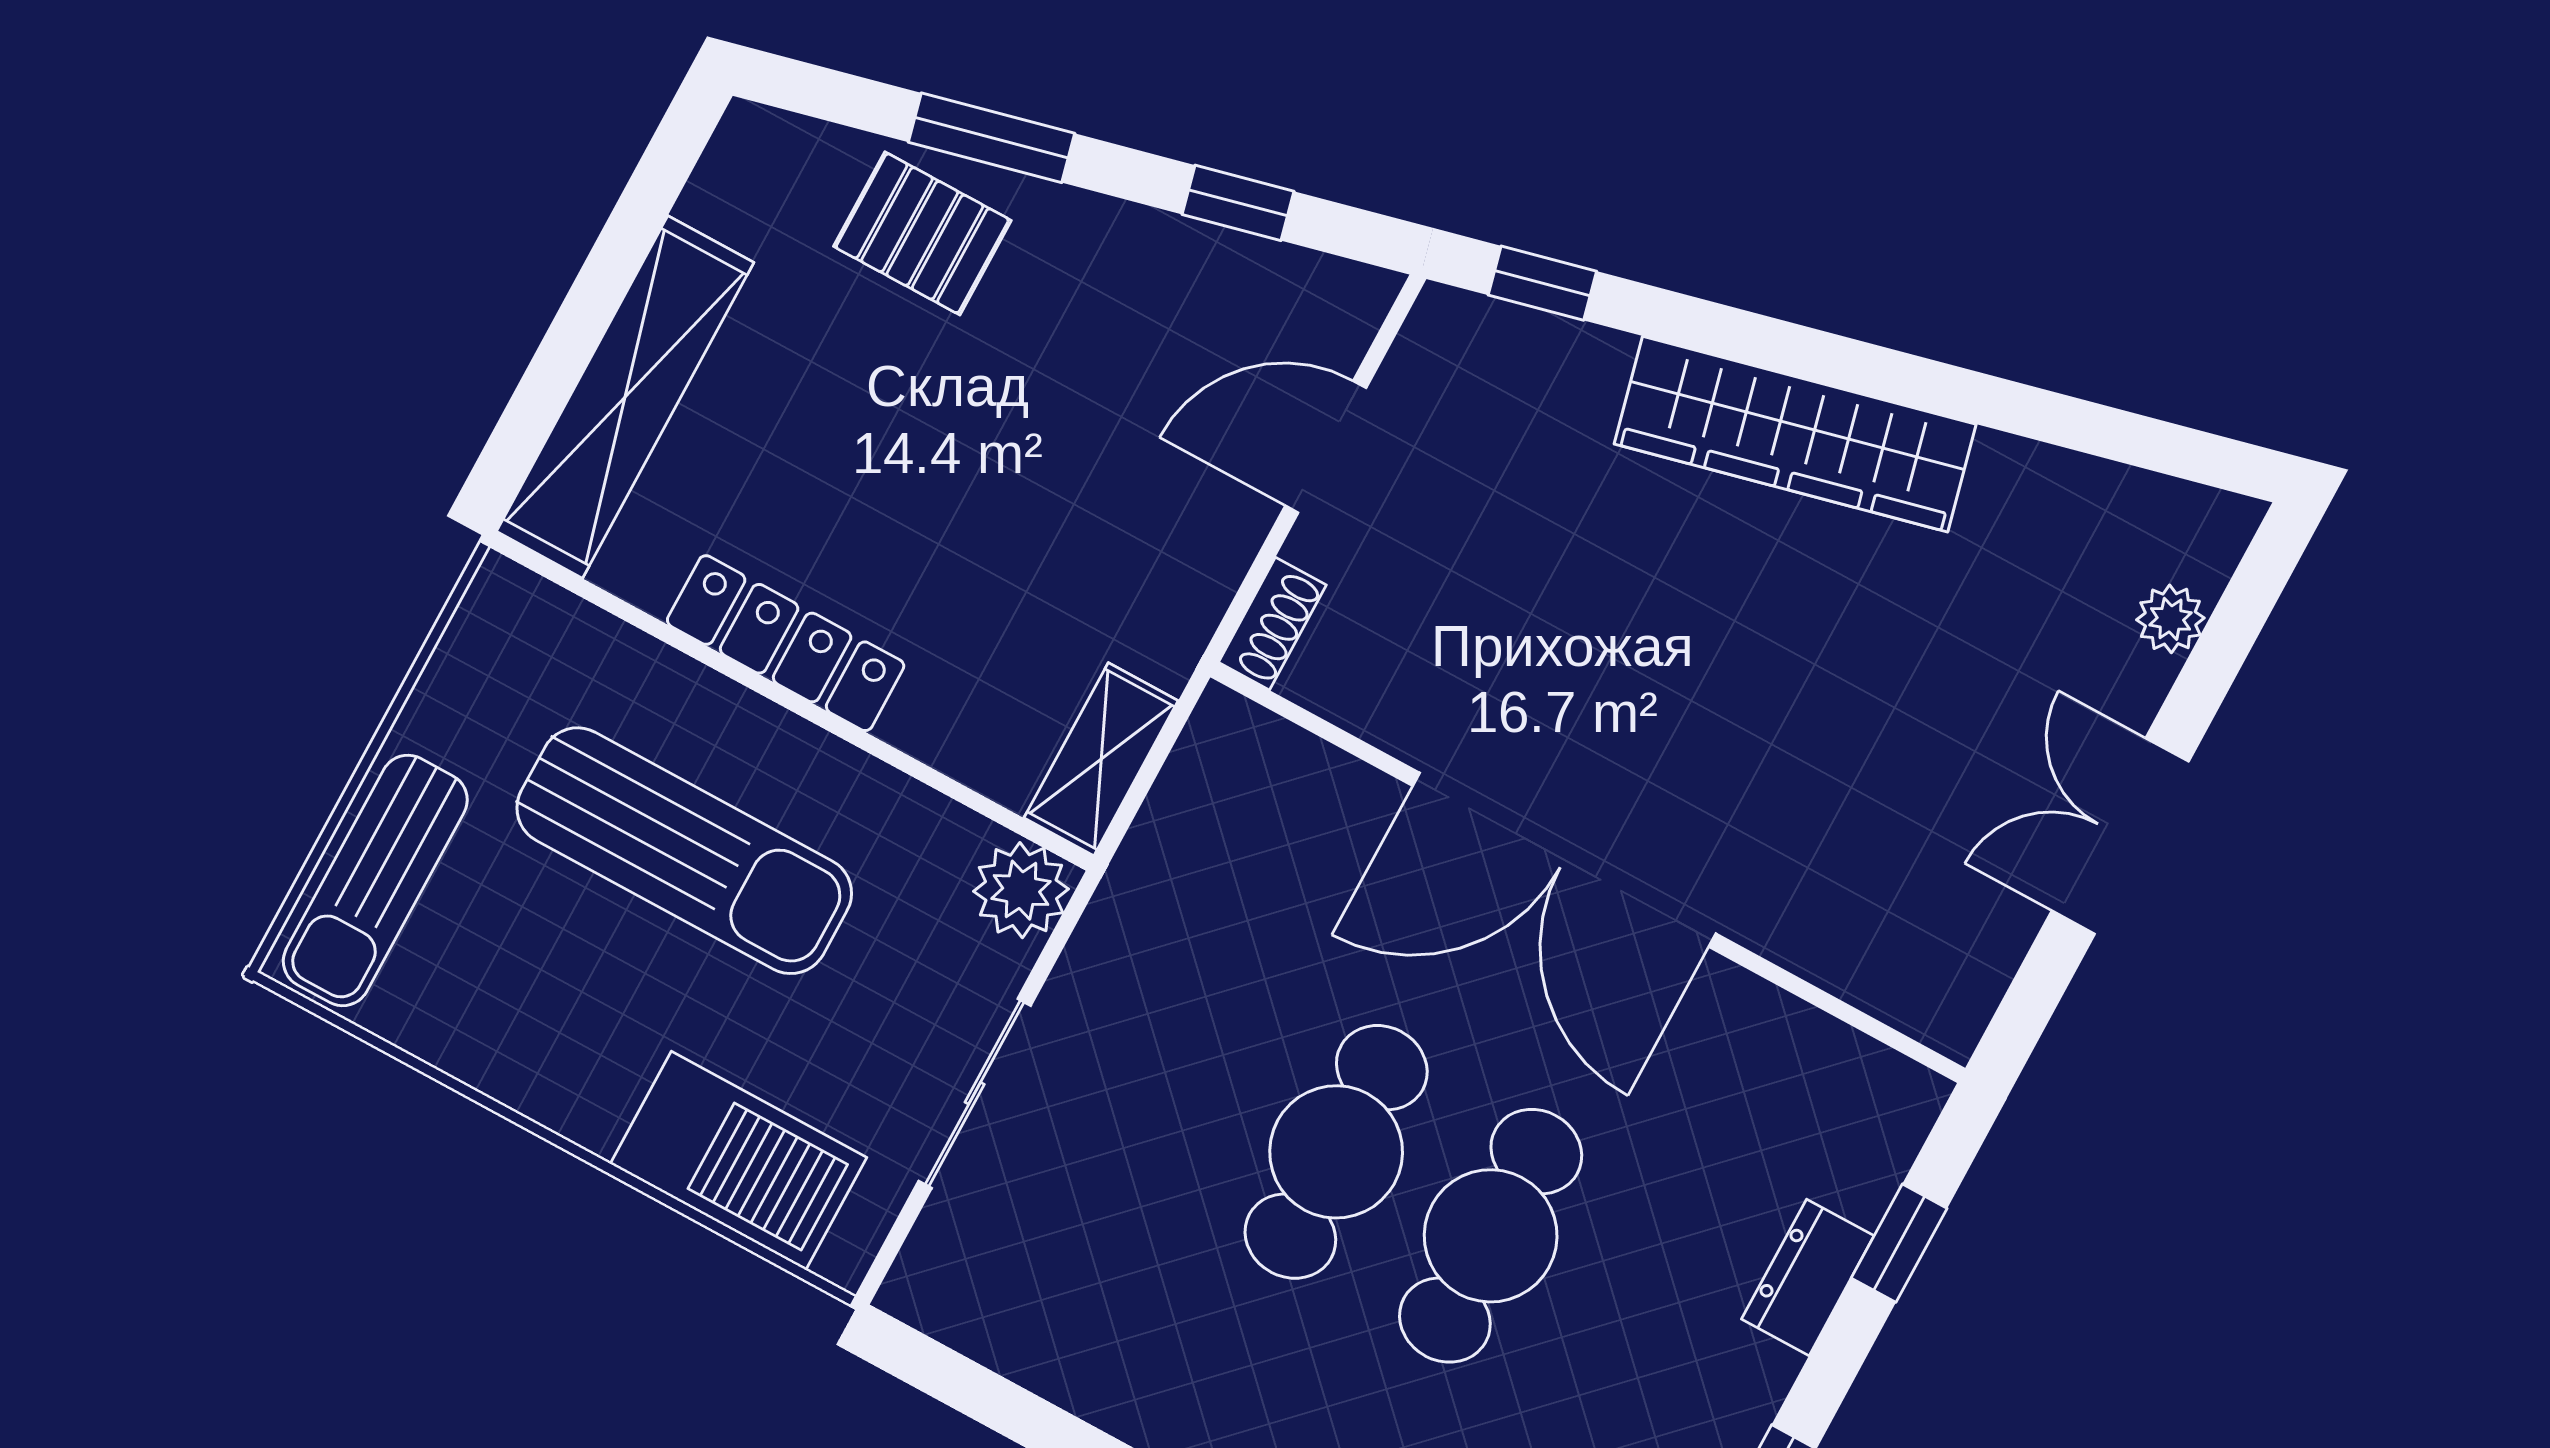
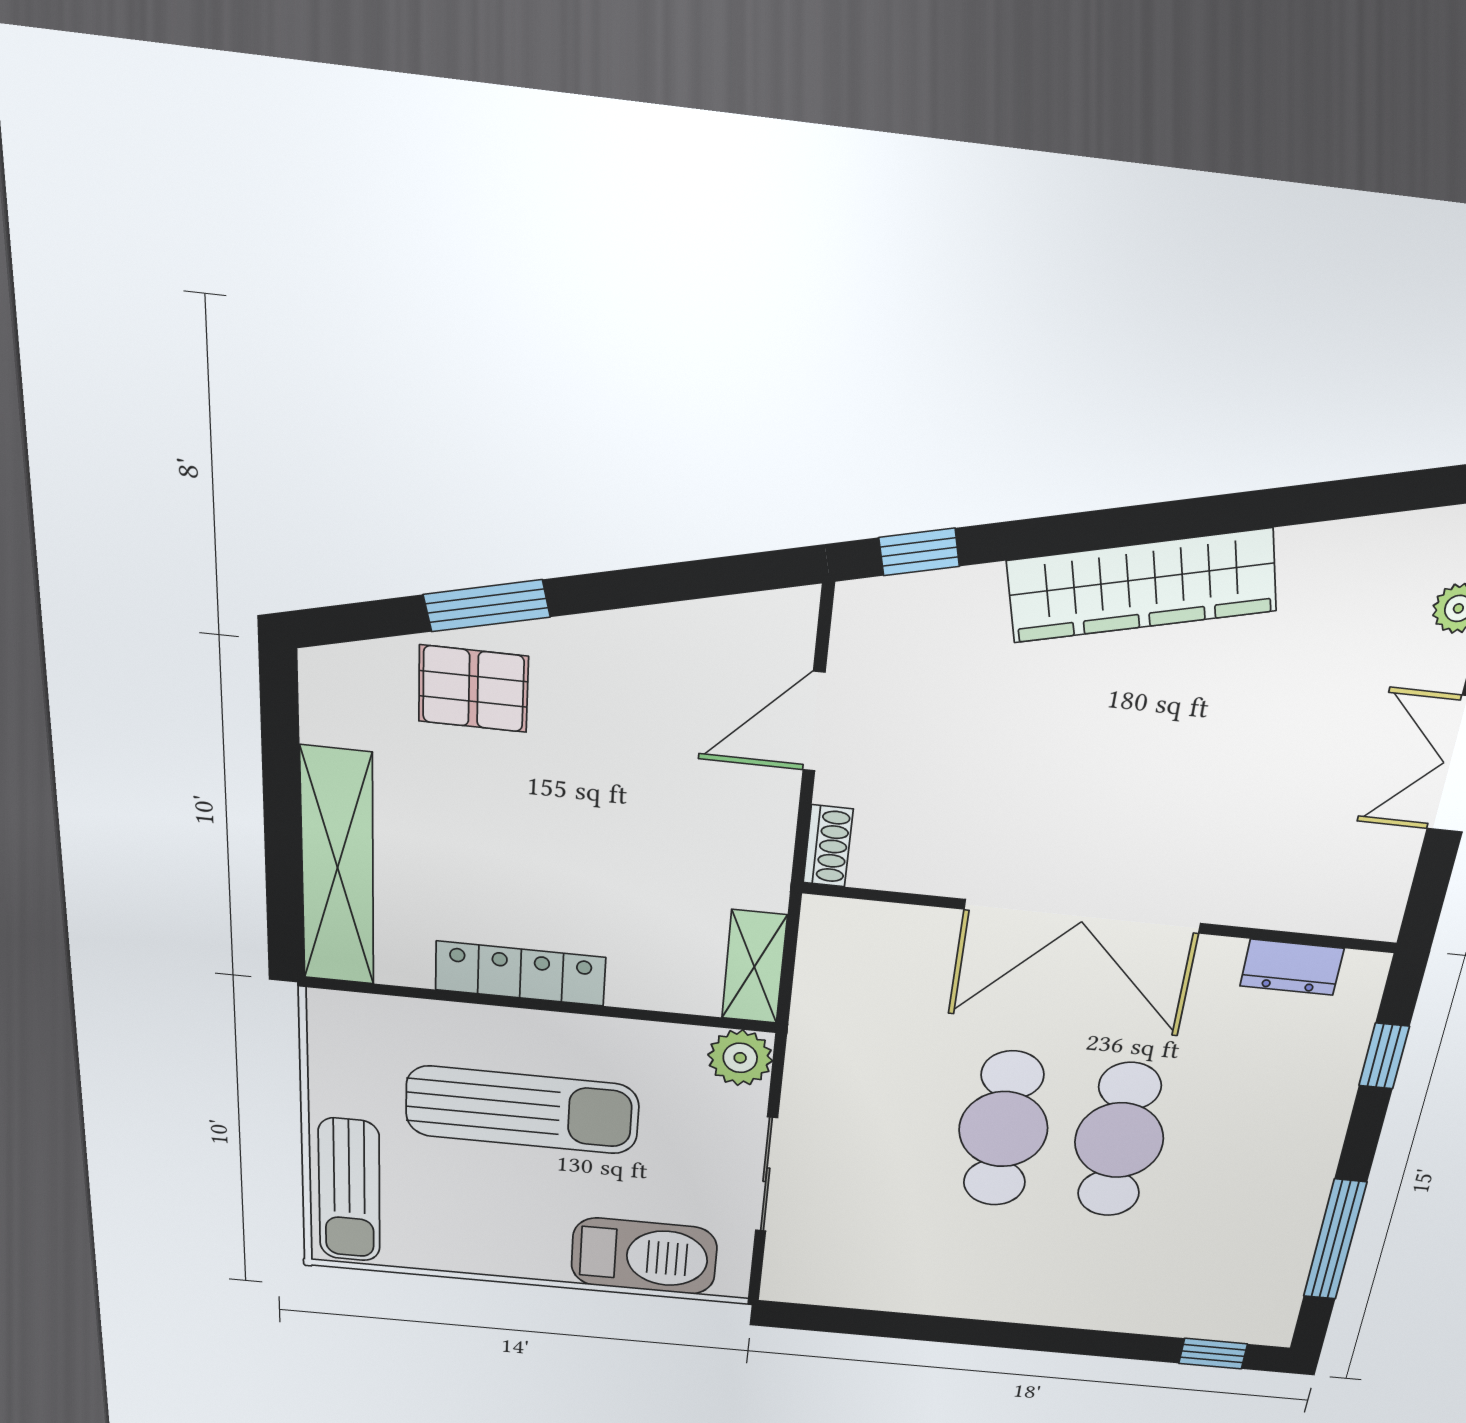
window: (1238, 203) -> (679, 582), removed
dresser: (1808, 1277) -> (1292, 967), moved, turned -90

